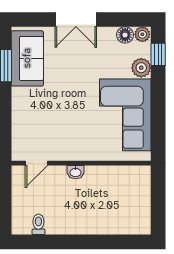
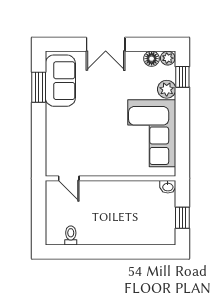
door: (36, 163) -> (69, 178), hinge flipped
washbasin: (76, 172) -> (168, 187), moved
window: (158, 205) -> (182, 218), added

